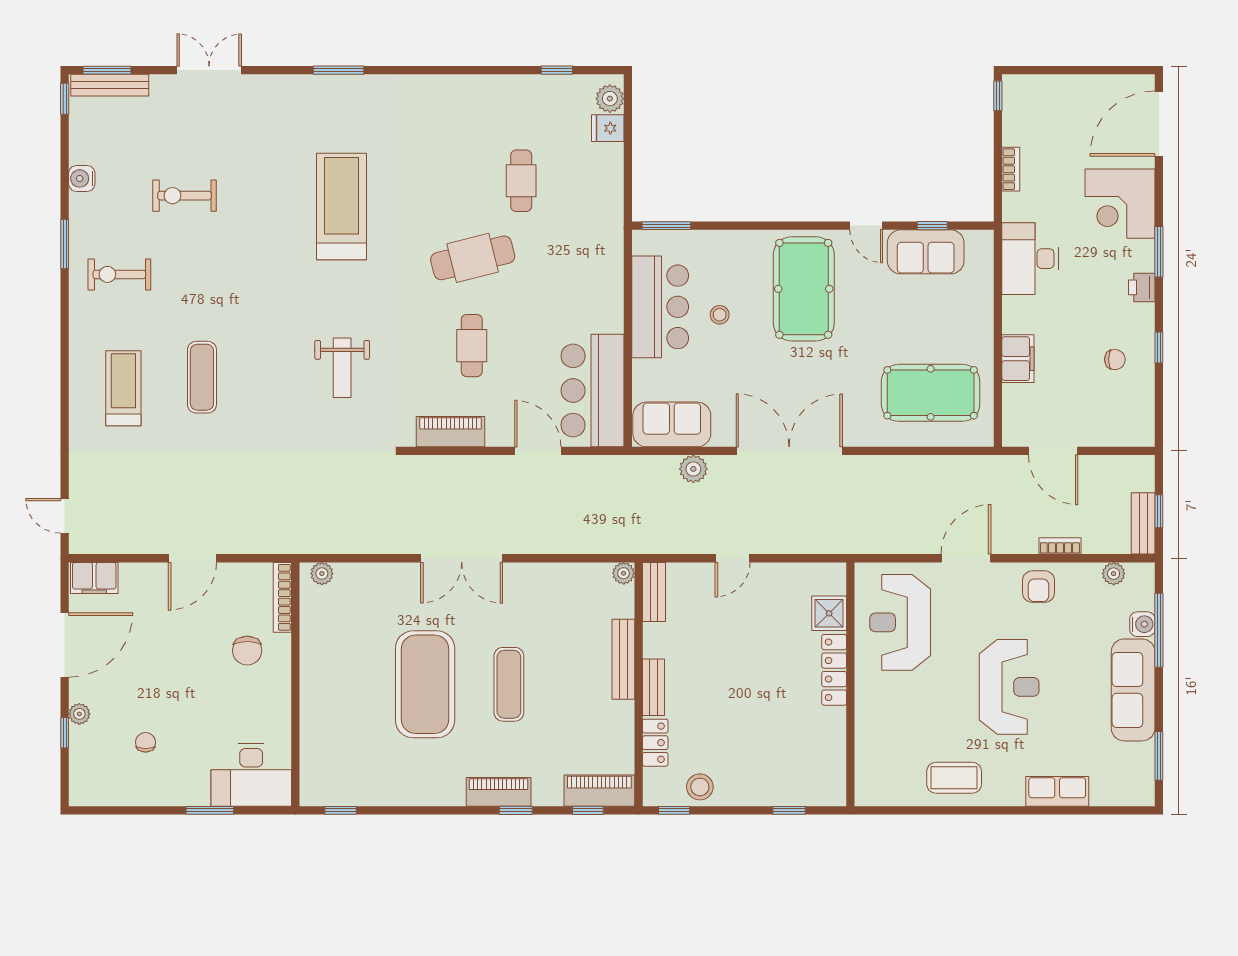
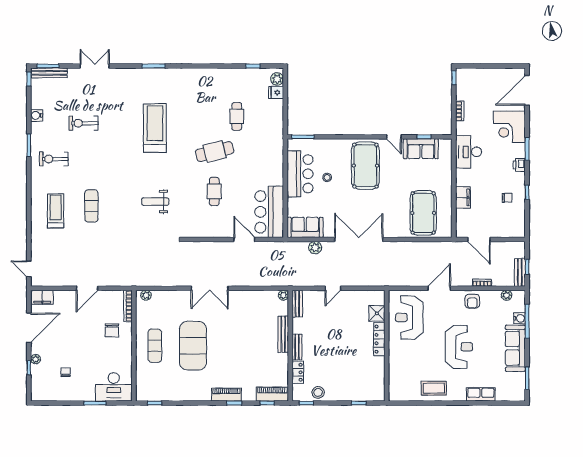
weight bench: (342, 368) -> (155, 202), turned 90
pool table: (931, 393) -> (423, 213), turned 90
piano: (451, 432) -> (205, 231), removed
exercise mat: (509, 684) -> (155, 346), moved

